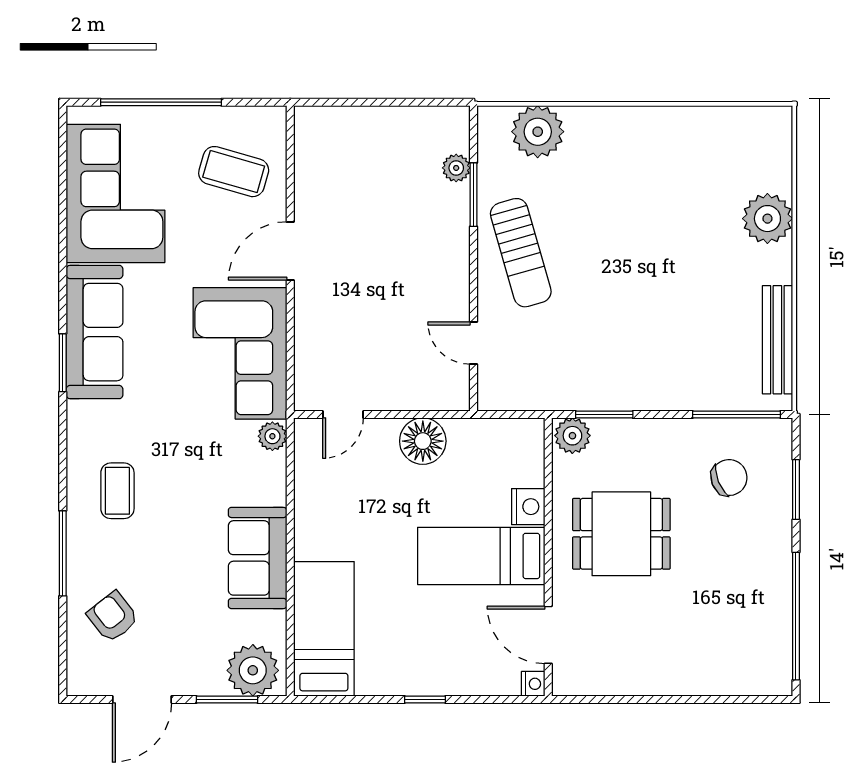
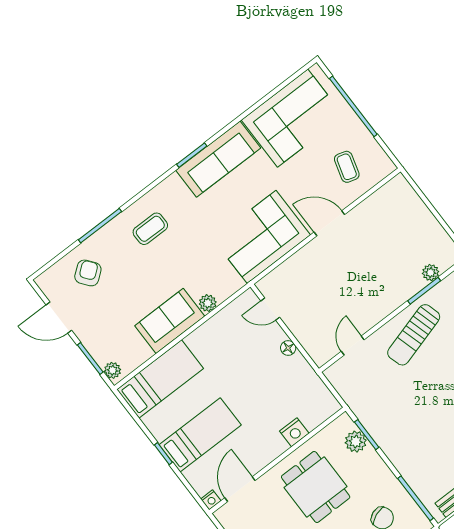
coffee table: (234, 172) -> (347, 167), width x0.73, depth x0.77
plant: (272, 436) -> (208, 303), moved
plant: (572, 436) -> (356, 442), moved
floor lamp: (423, 441) -> (288, 348), width x0.53, depth x0.53
bed: (481, 556) -> (200, 435), moved, turned 90
plant: (253, 670) -> (113, 370), width x0.53, depth x0.53

